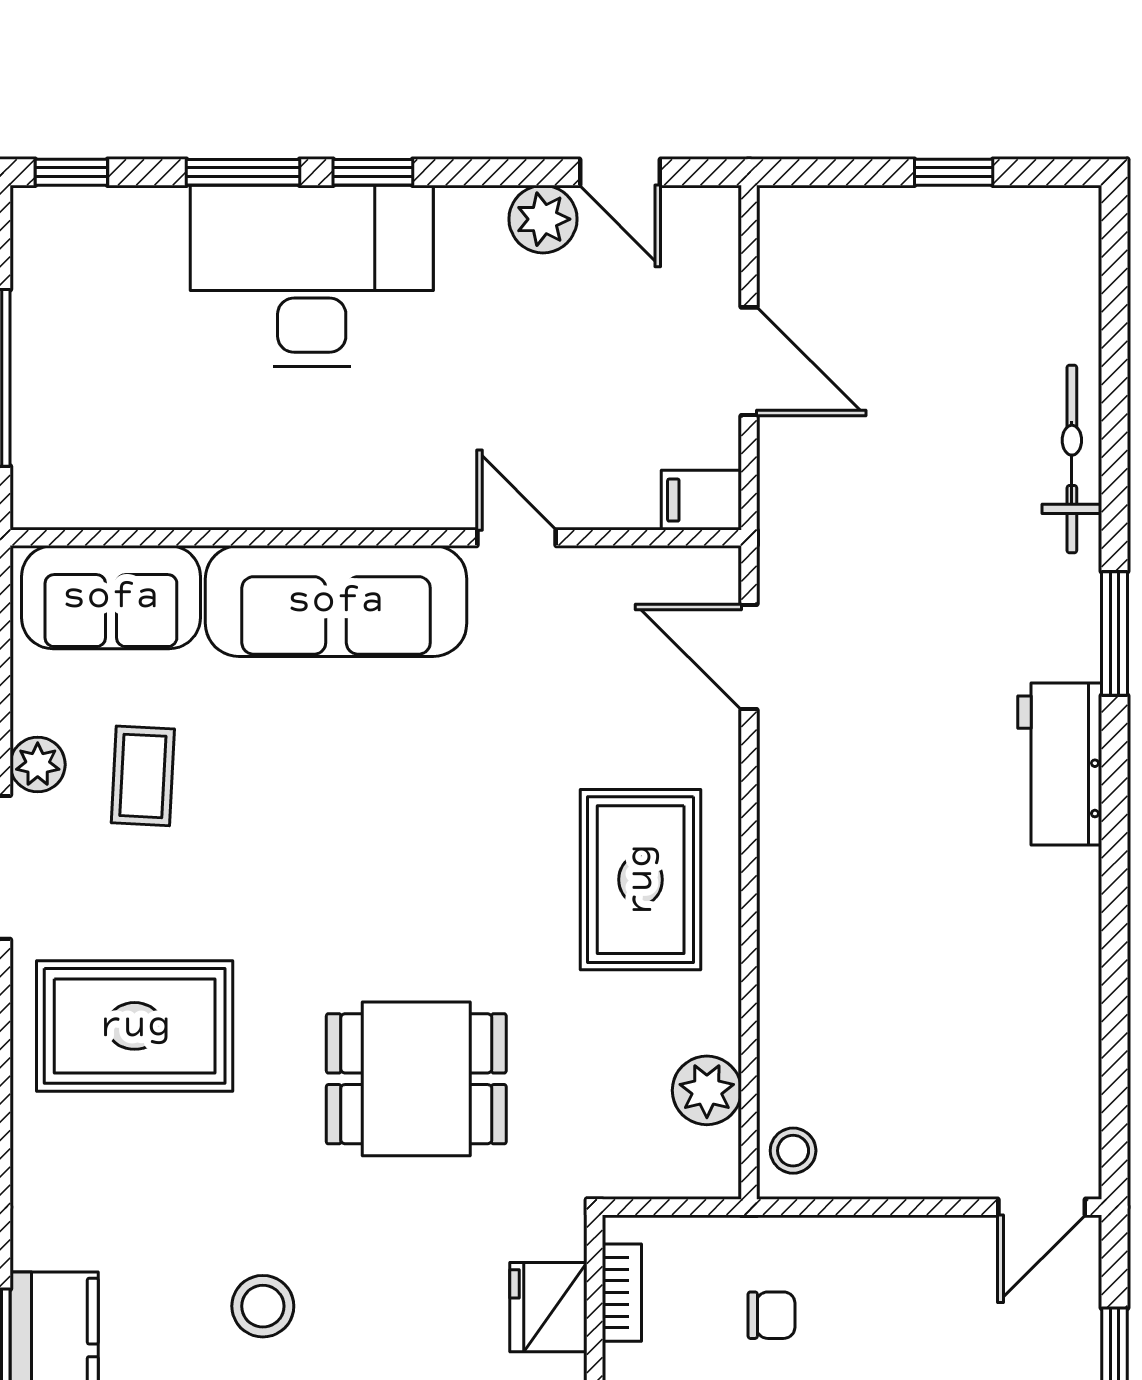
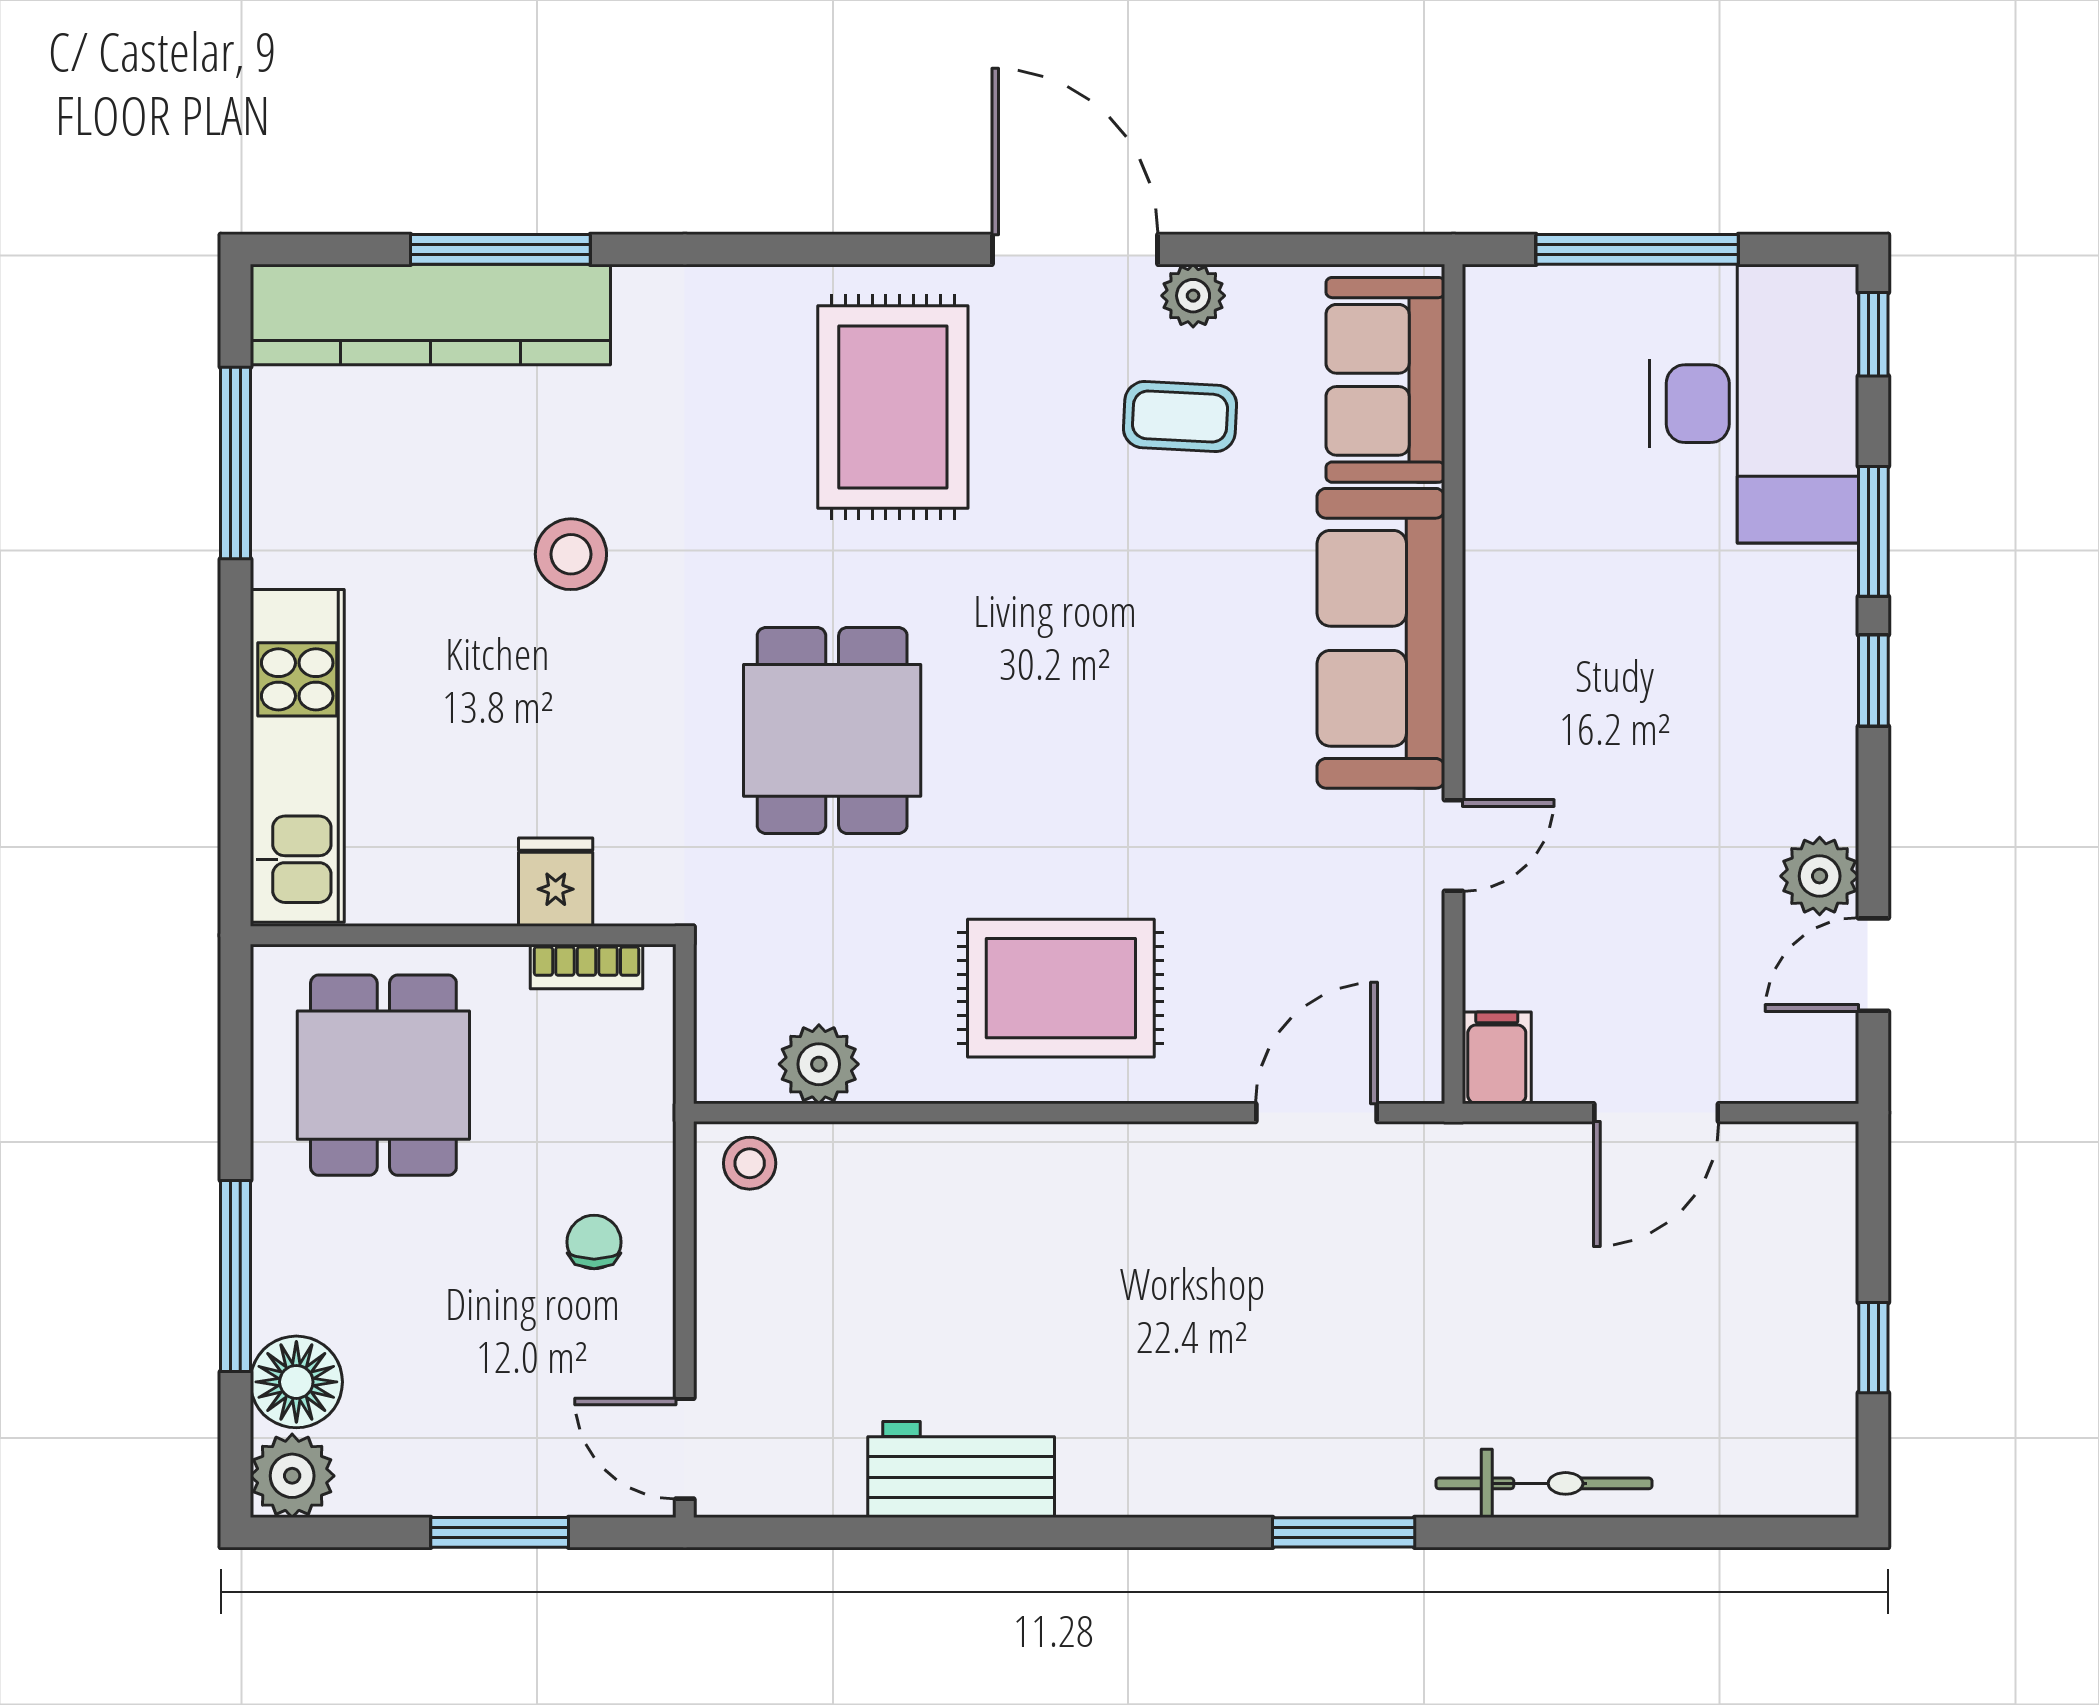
desk: (312, 276) -> (1754, 404), moved
workbench: (1060, 764) -> (961, 1469), moved
fridge: (548, 1307) -> (556, 882), width x0.72
chair: (771, 1315) -> (594, 1242), moved, turned 180

